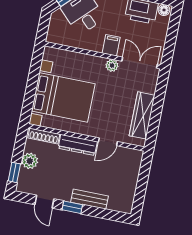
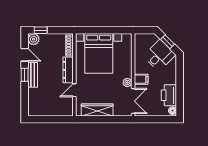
door: (108, 142) -> (74, 90), hinge flipped
plant: (30, 161) -> (34, 39), moved
bench: (89, 199) -> (33, 75), moved
door: (44, 202) -> (25, 55), swing flipped

